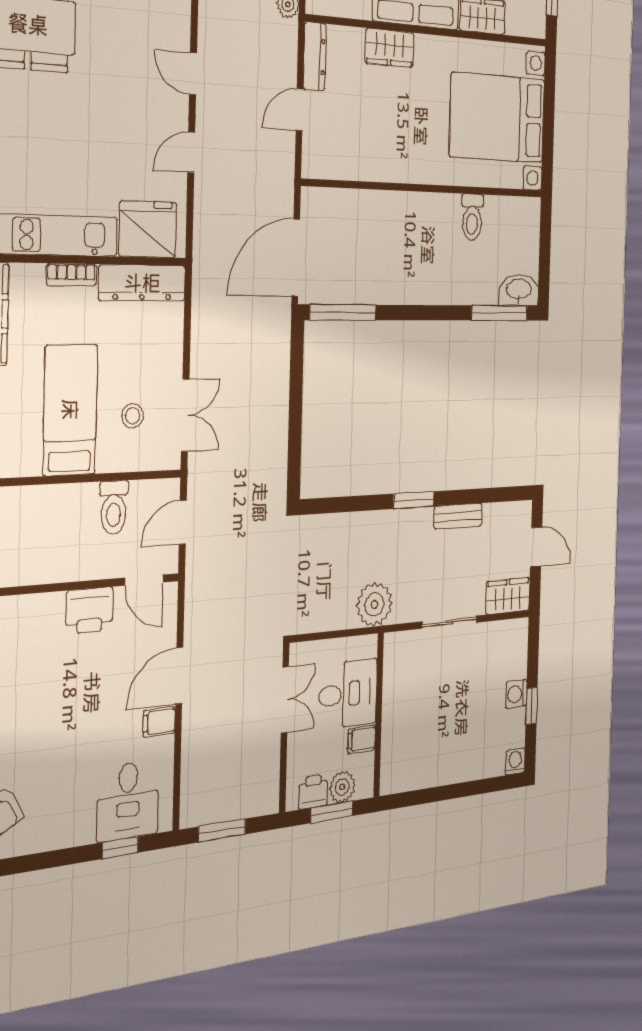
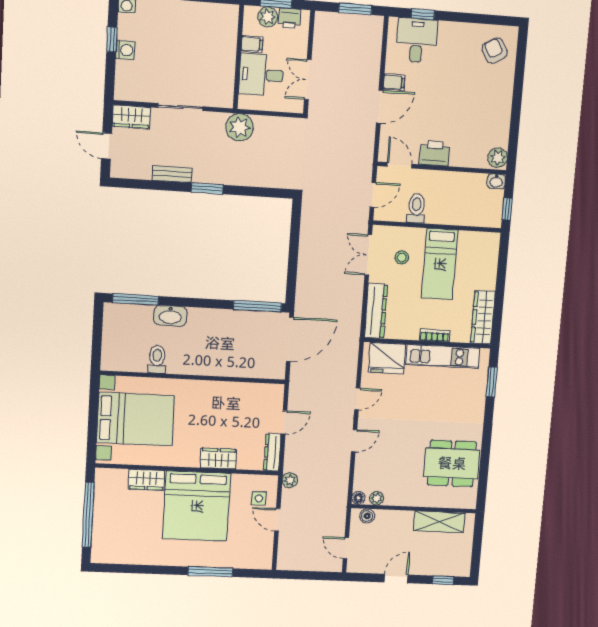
door: (193, 74) -> (354, 441), hinge flipped
dresser: (142, 283) -> (376, 311), moved, turned 90
washbasin: (519, 290) -> (170, 316), moved

